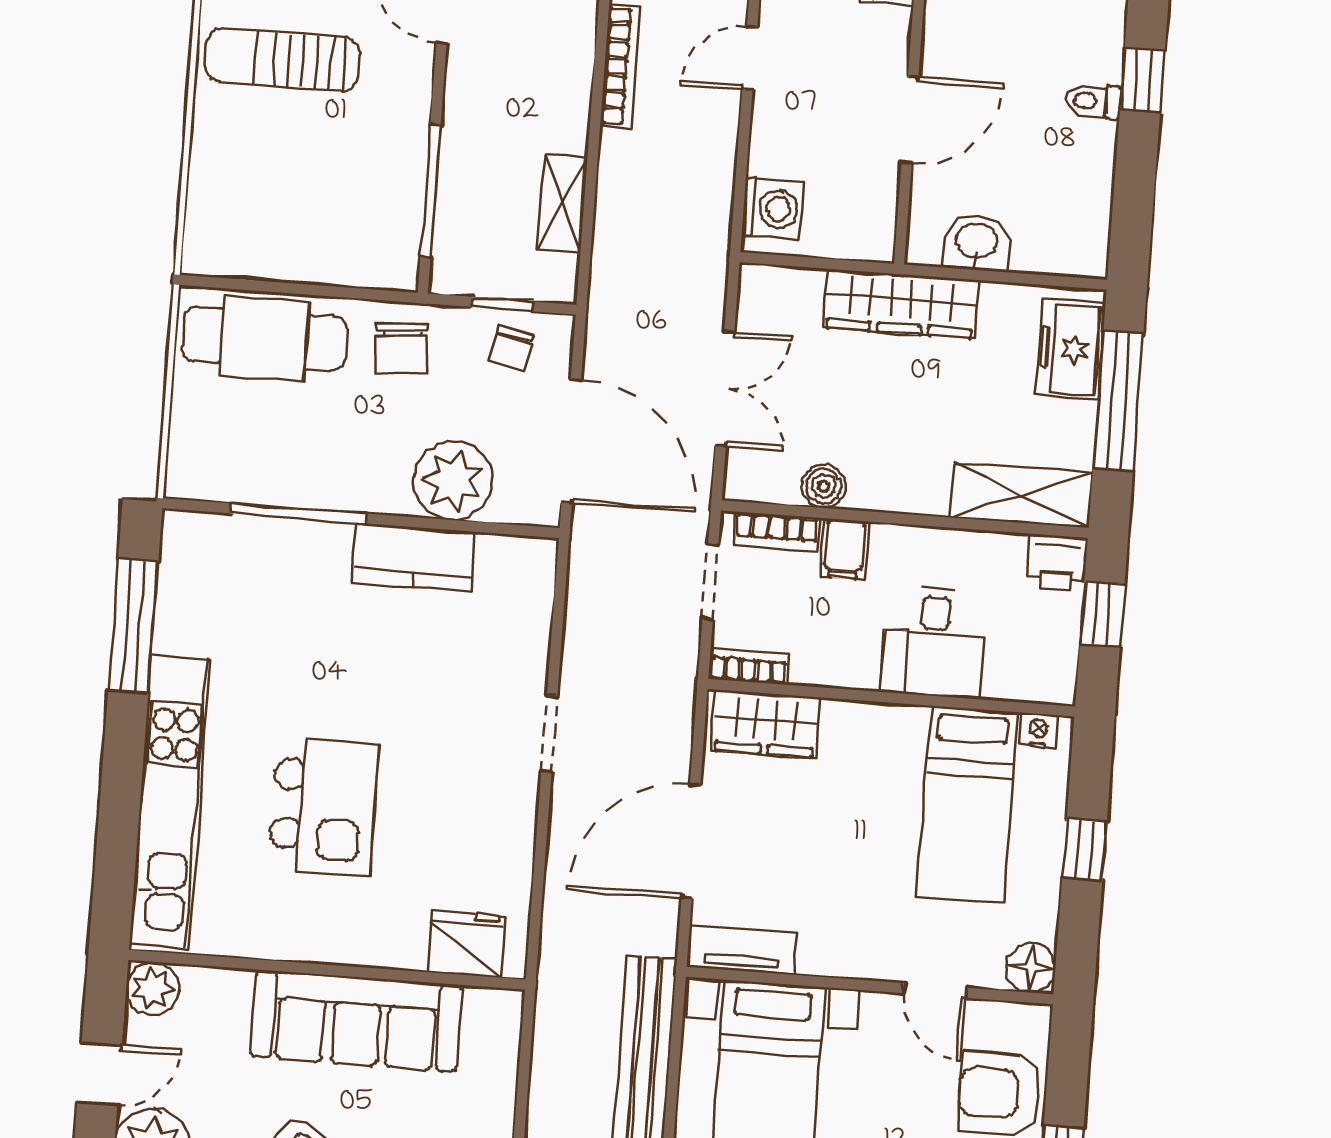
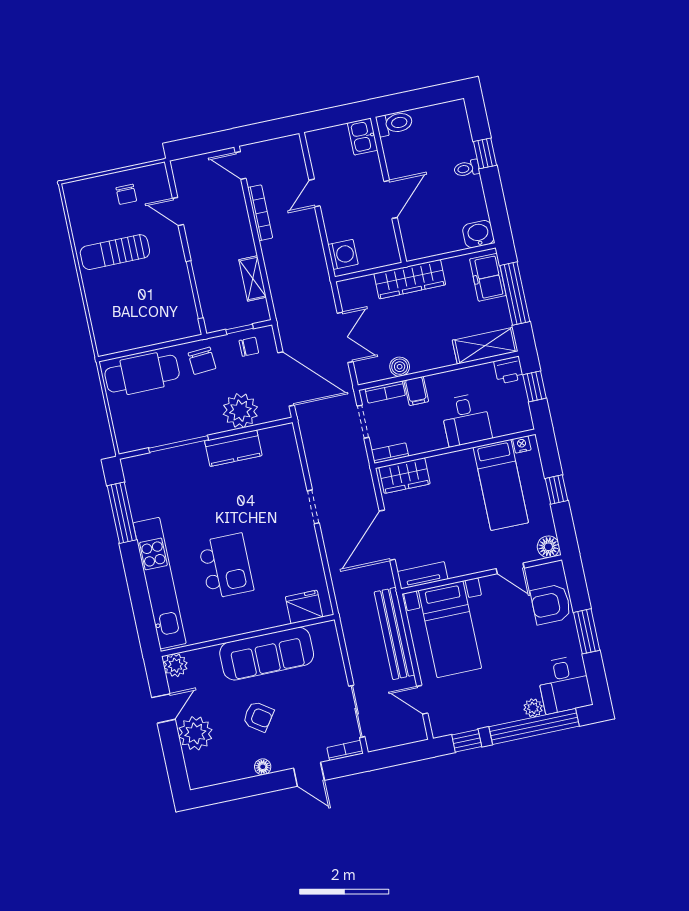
washbasin: (976, 242) -> (478, 234), moved
chair: (511, 348) -> (249, 347), turned -102

